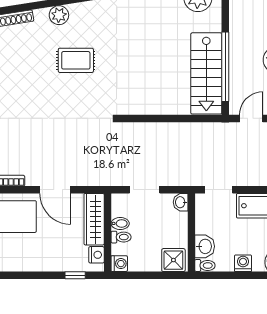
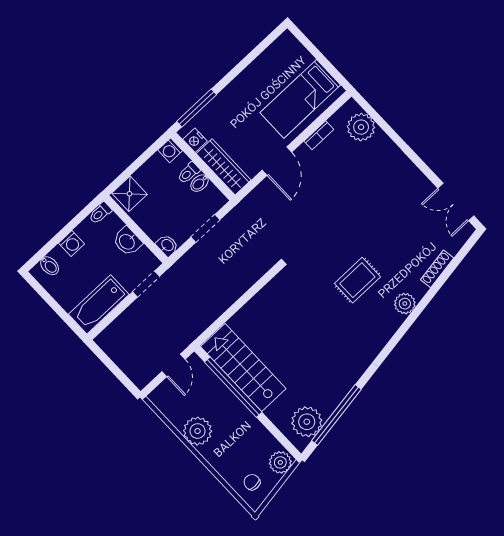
door: (55, 190) -> (277, 161), swing flipped
washbasin: (205, 246) -> (127, 241), moved
window: (75, 275) -> (197, 108), width x2.17

